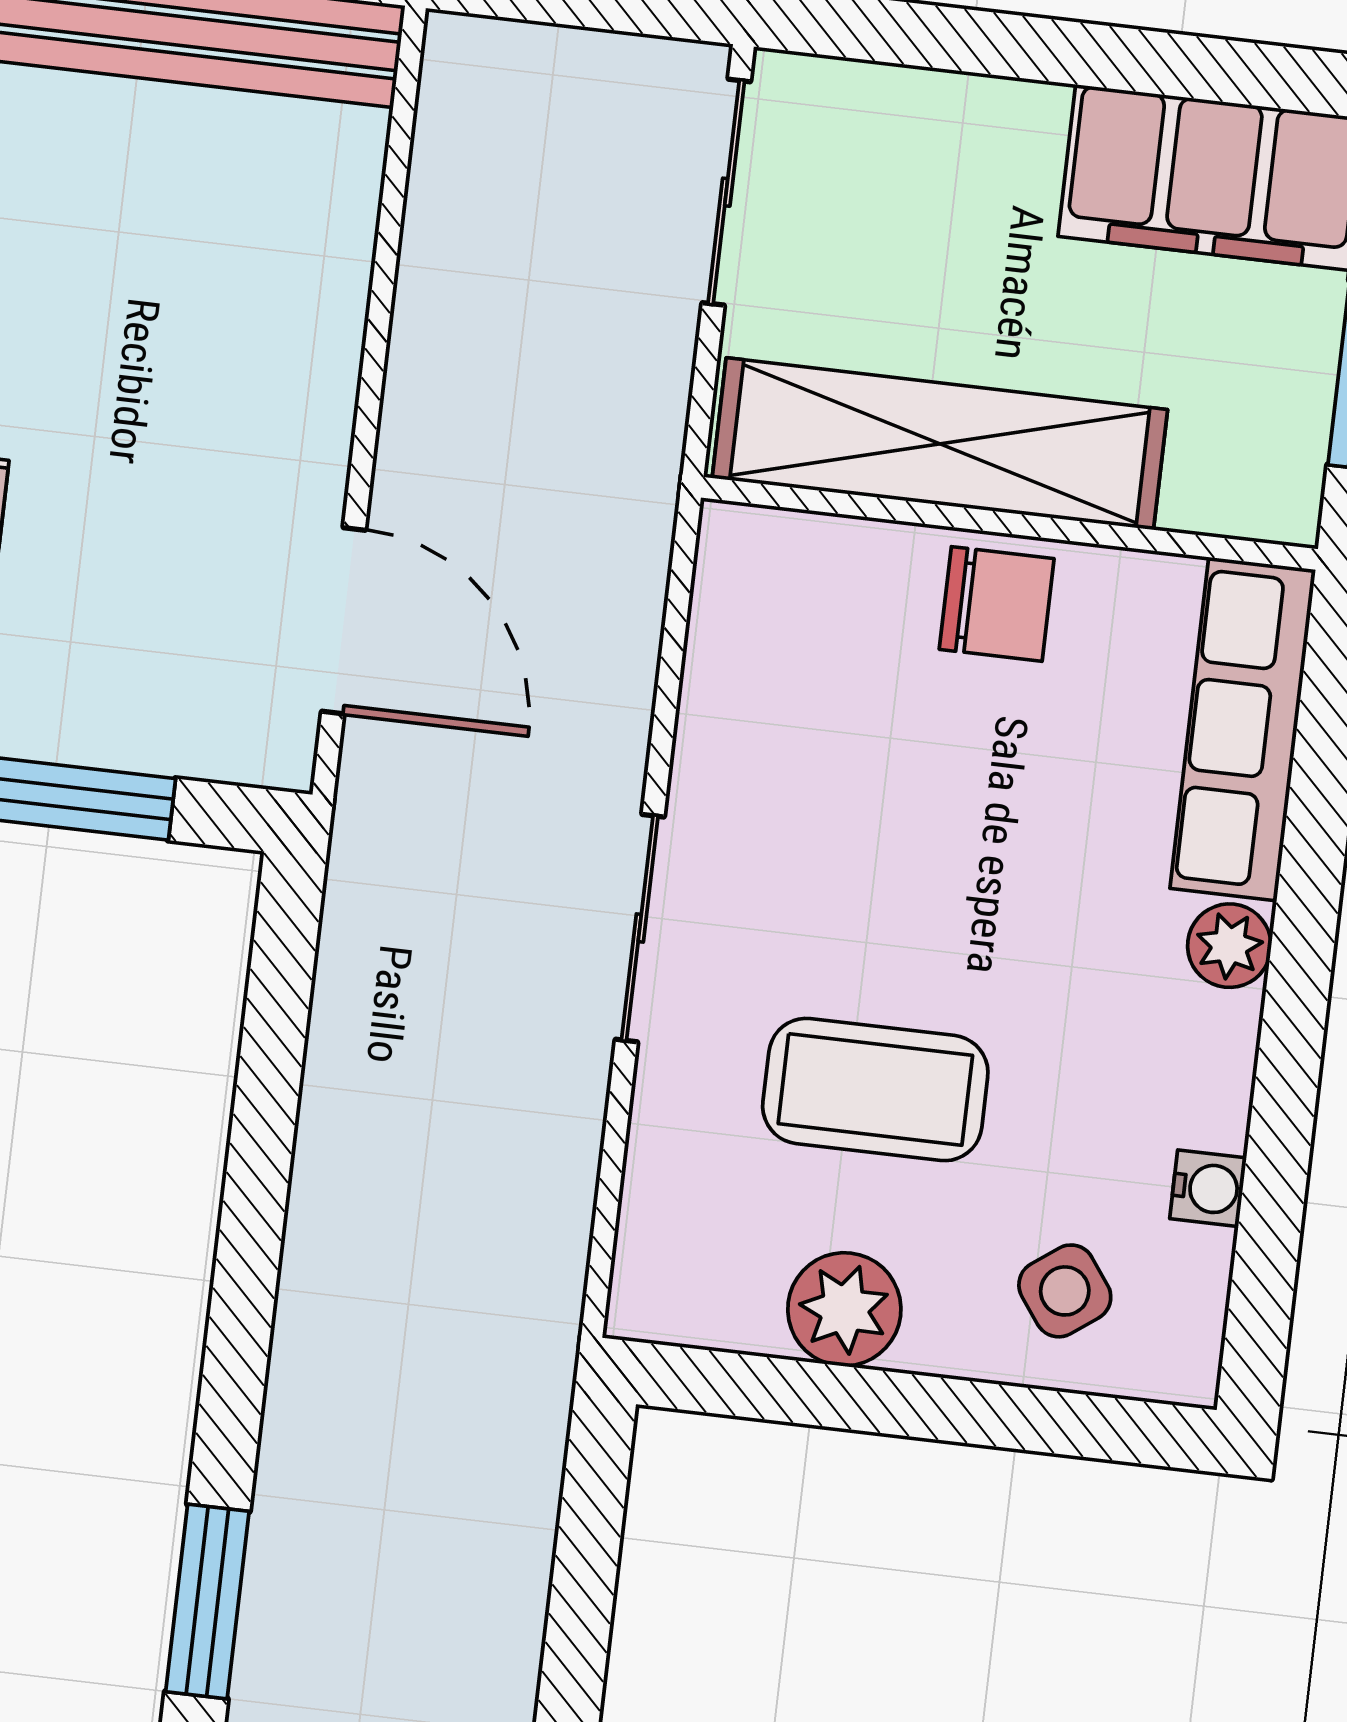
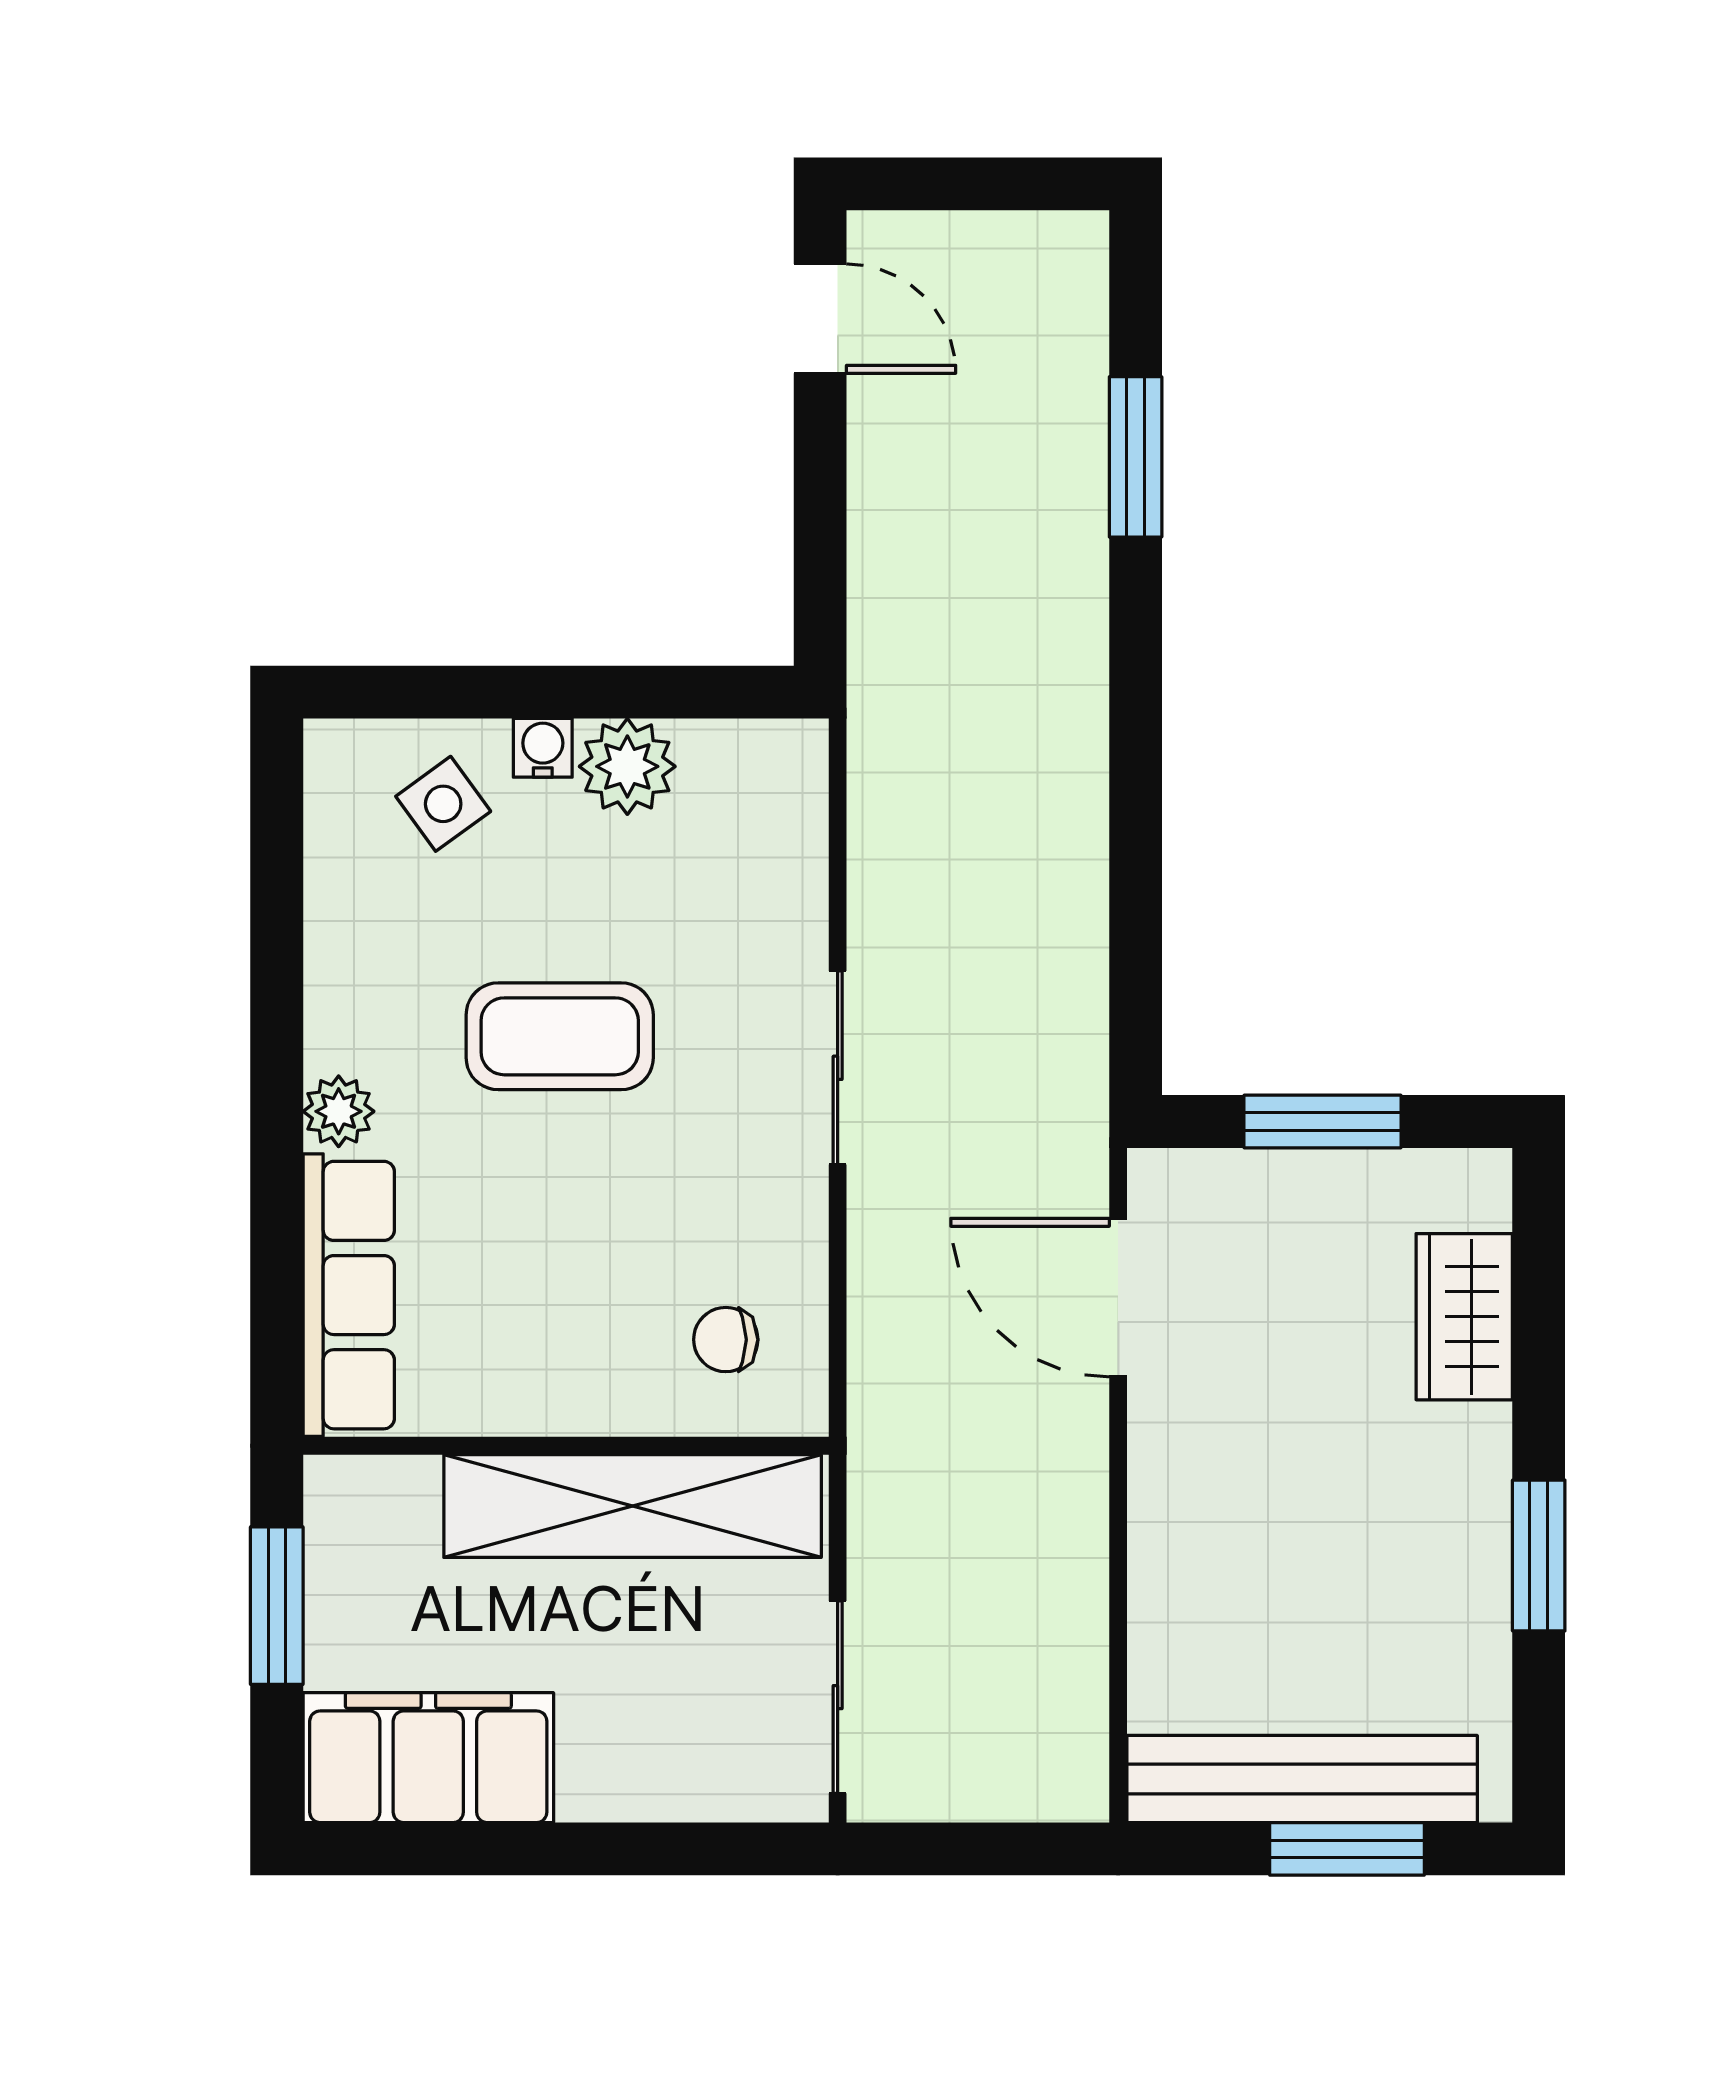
chair: (997, 604) -> (726, 1340), moved, width x0.73, depth x0.73
coffee table: (875, 1090) -> (560, 1036), moved
water cooler: (1208, 1188) -> (543, 748), moved, turned 90

